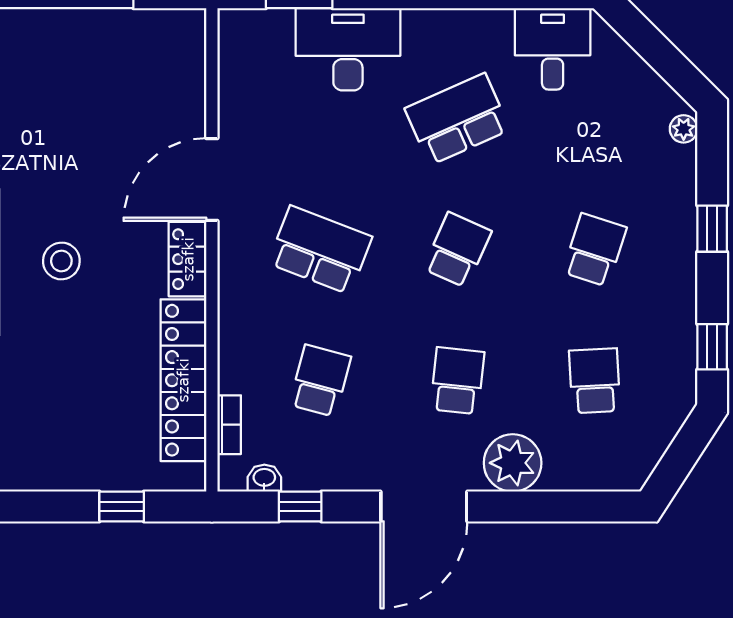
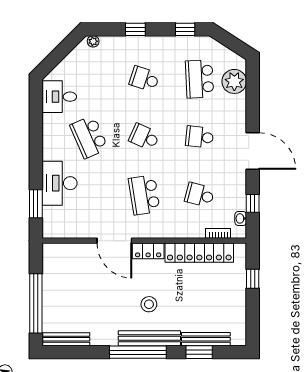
school desk: (320, 250) -> (144, 195), turned -30
school desk: (595, 381) -> (200, 79), width x1.85
plant: (513, 463) -> (234, 81), moved

